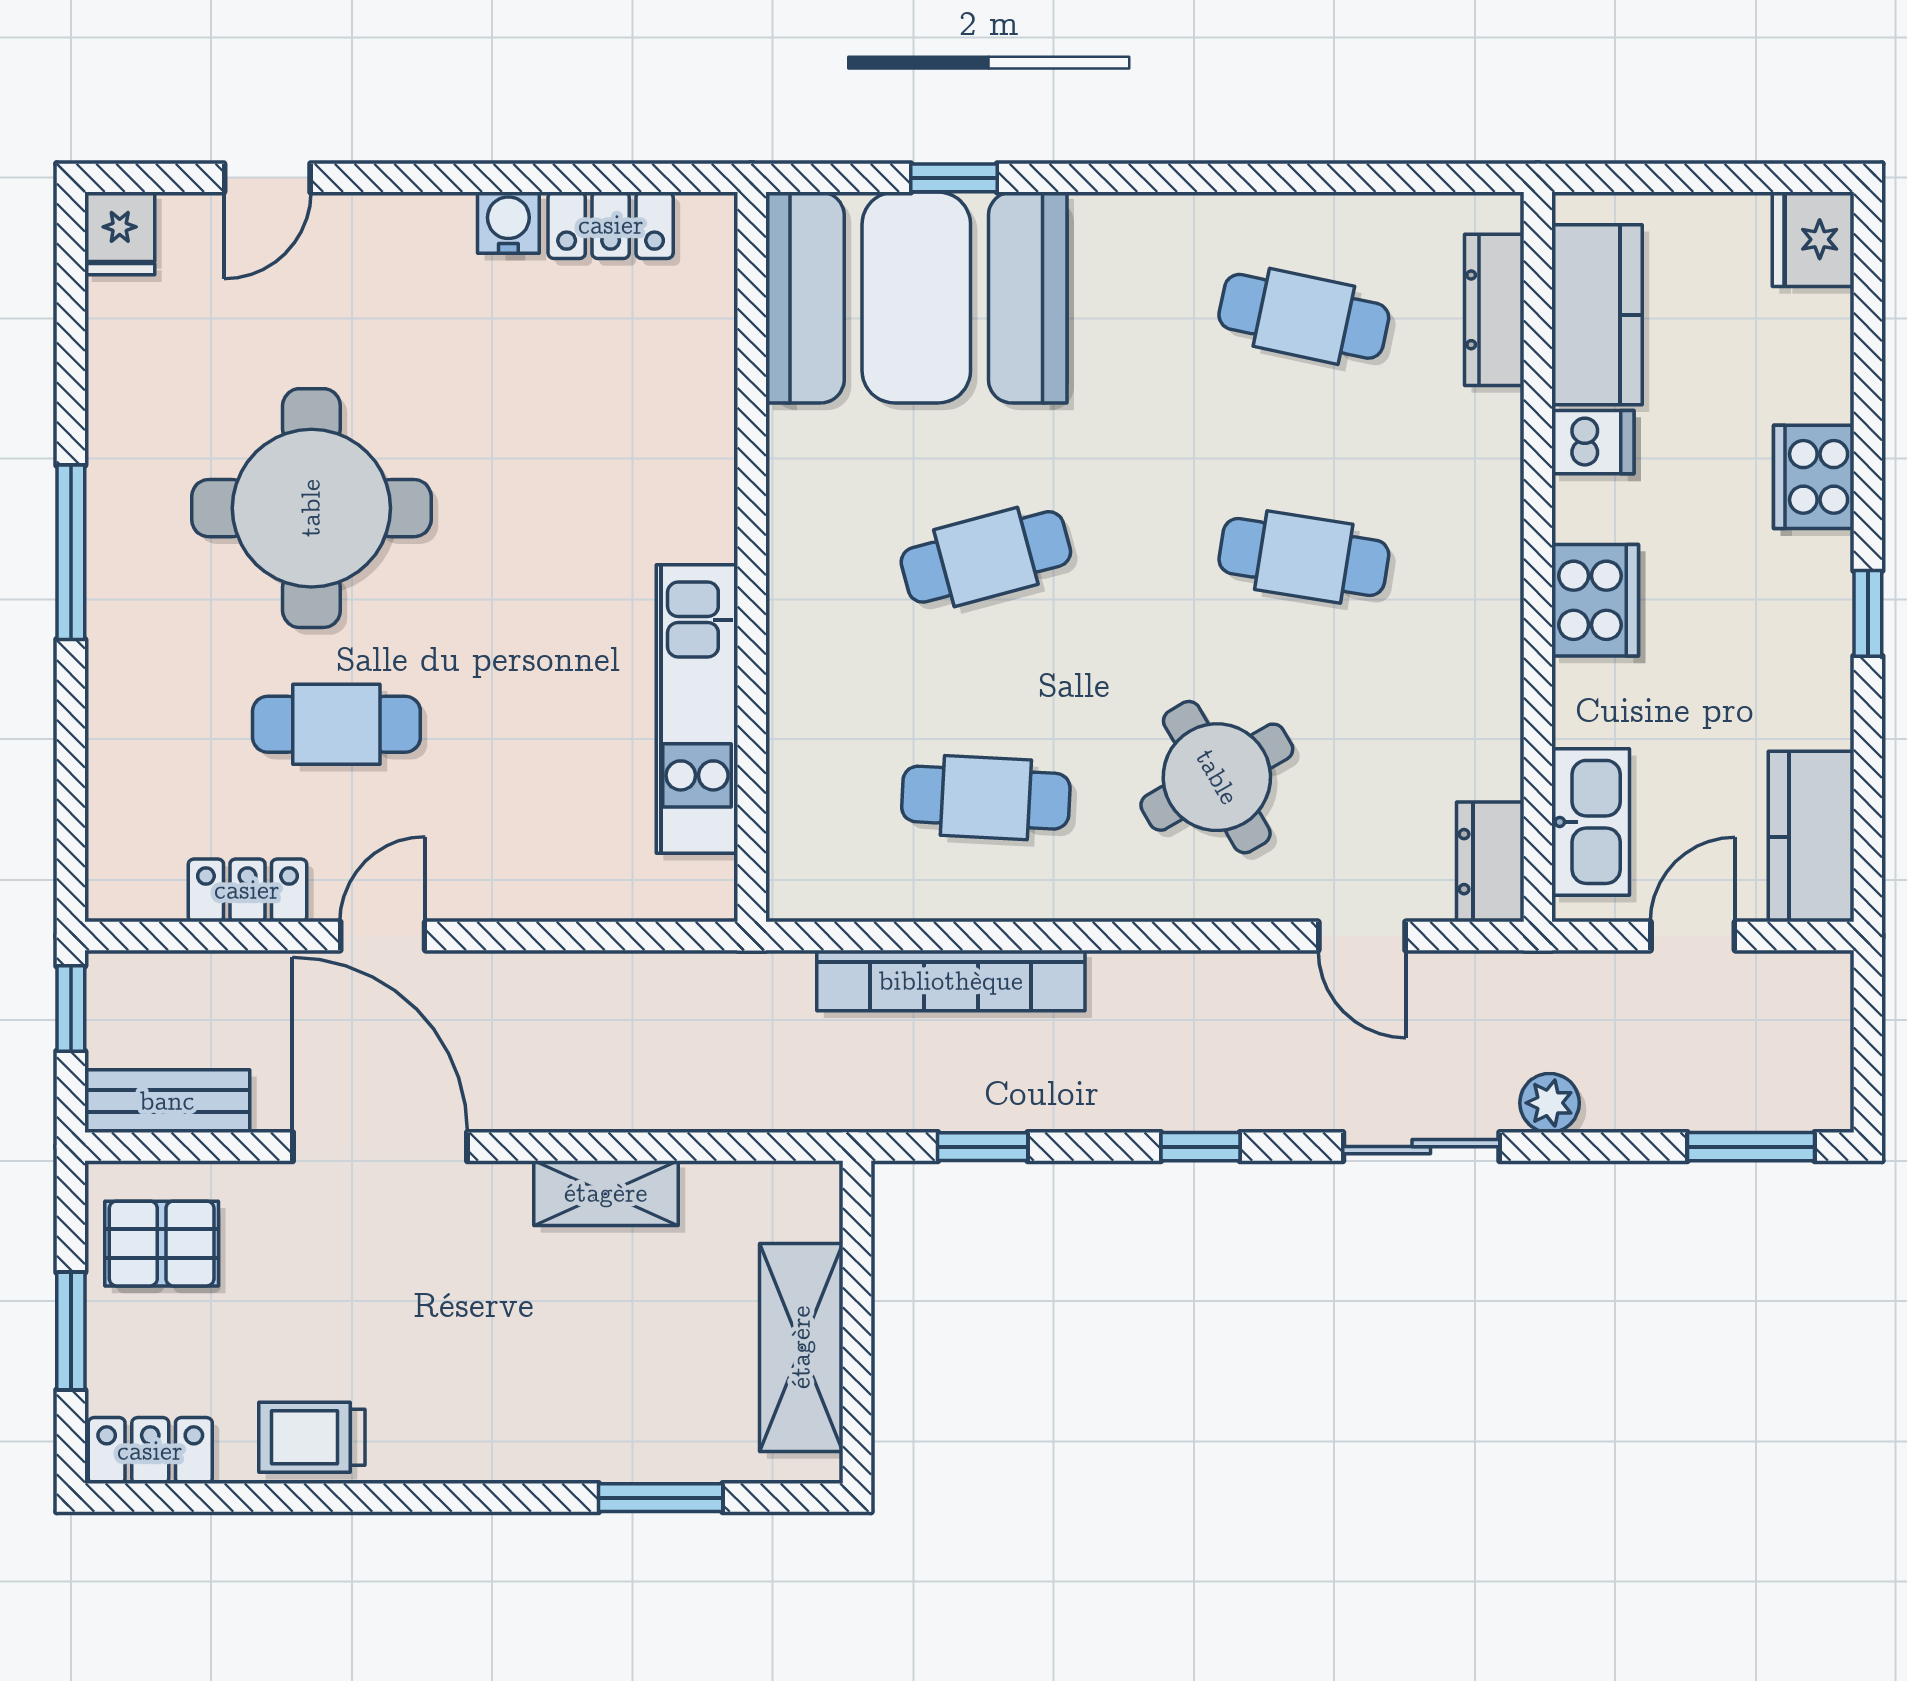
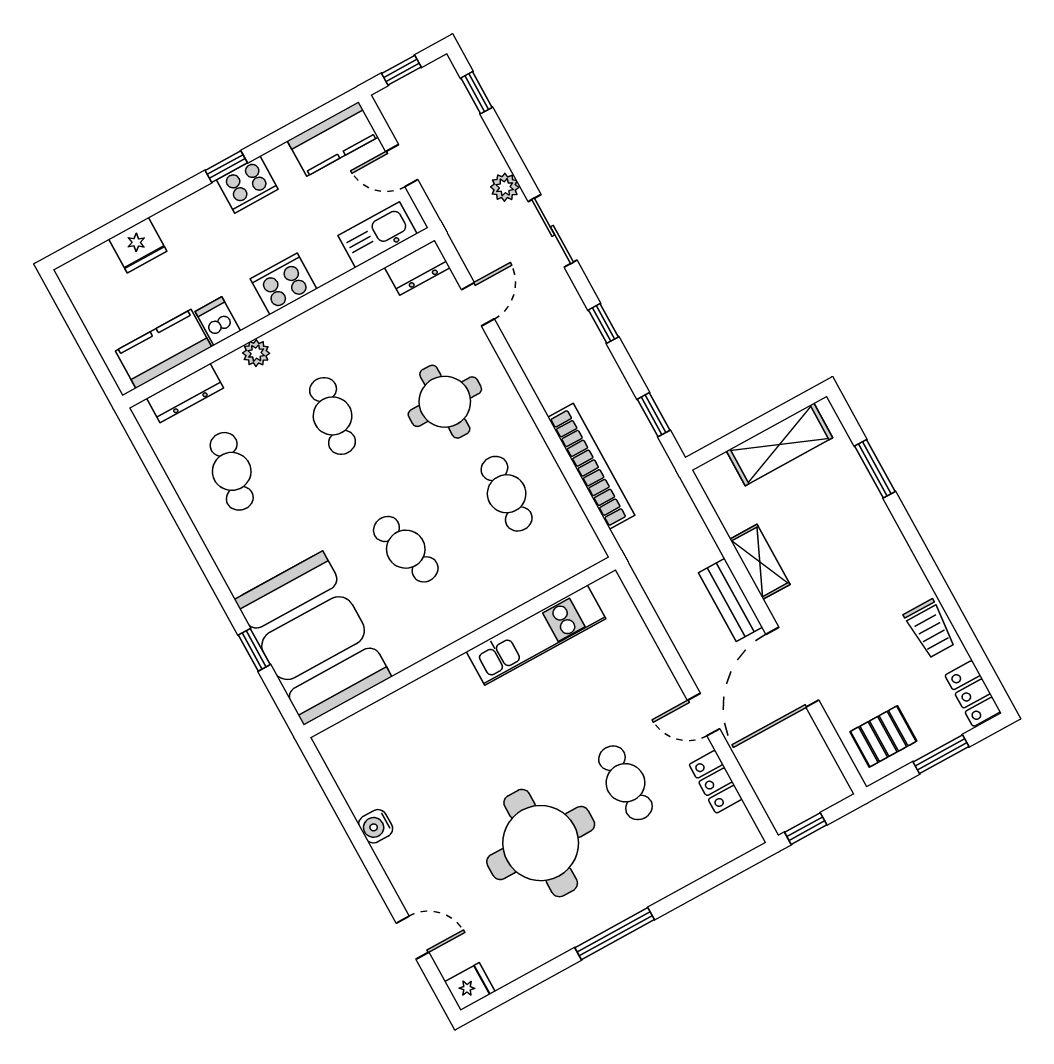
locker: (611, 225) -> (353, 783), removed
fridge: (1813, 239) -> (138, 245), moved
cooker: (1814, 477) -> (247, 185), moved
plant: (1496, 480) -> (256, 353), added
round table: (1217, 777) -> (445, 402), turned 30
window: (1868, 1032) -> (401, 70), added
bench: (167, 1101) -> (731, 600), moved
window: (1751, 1147) -> (477, 93), width x0.67
pallet: (162, 1244) -> (883, 736), turned 90

